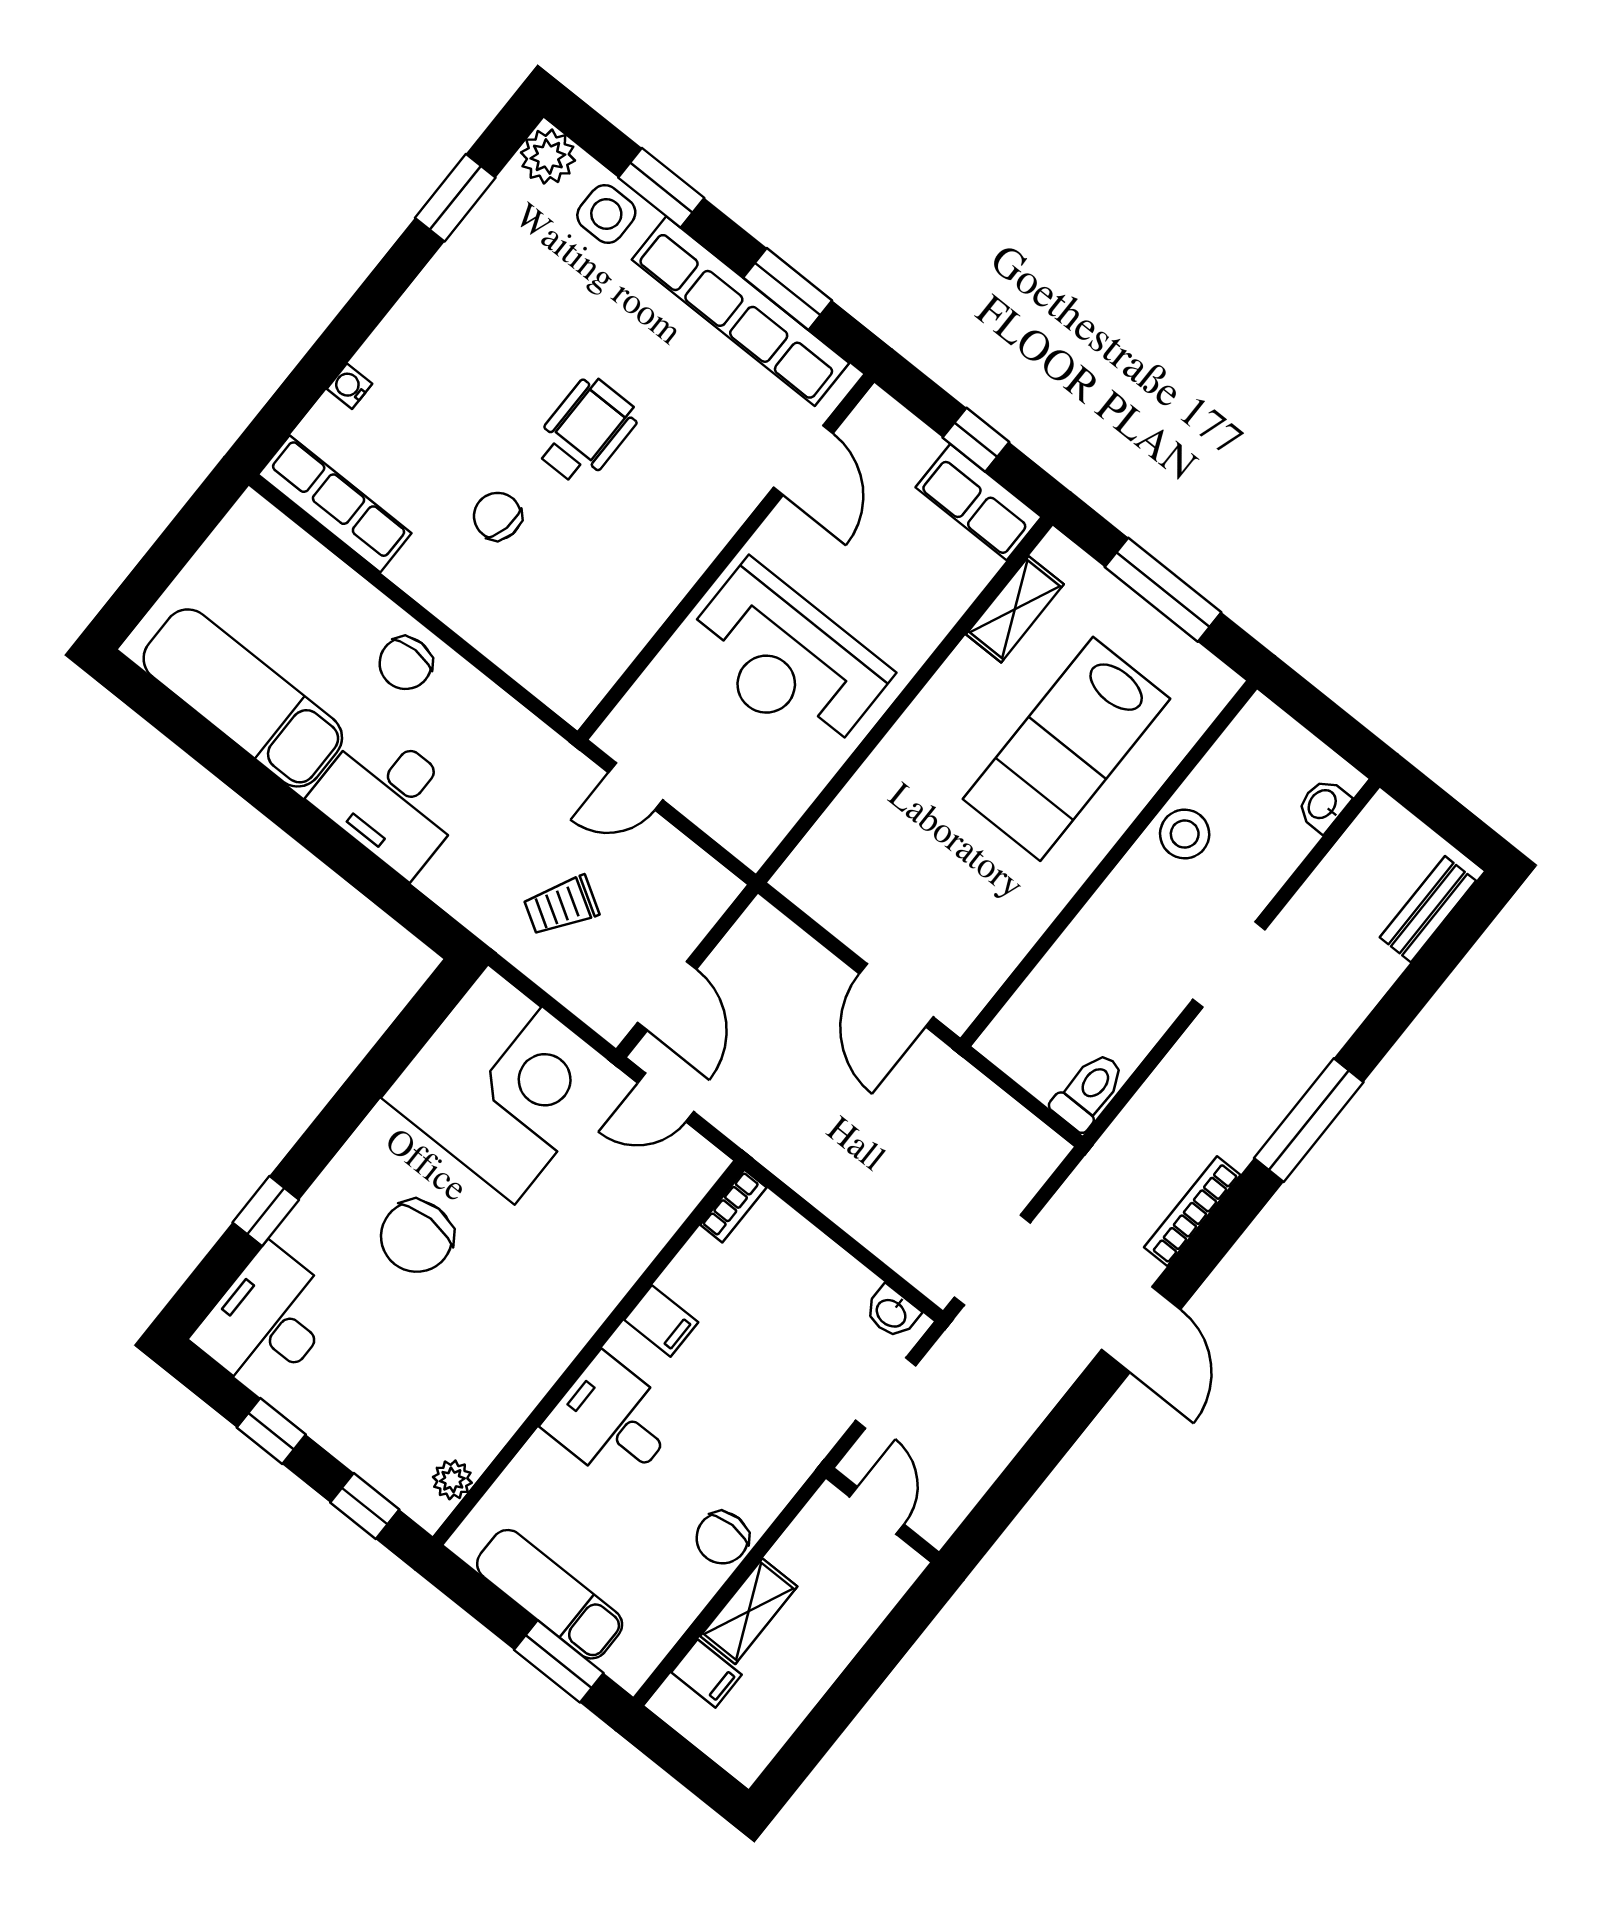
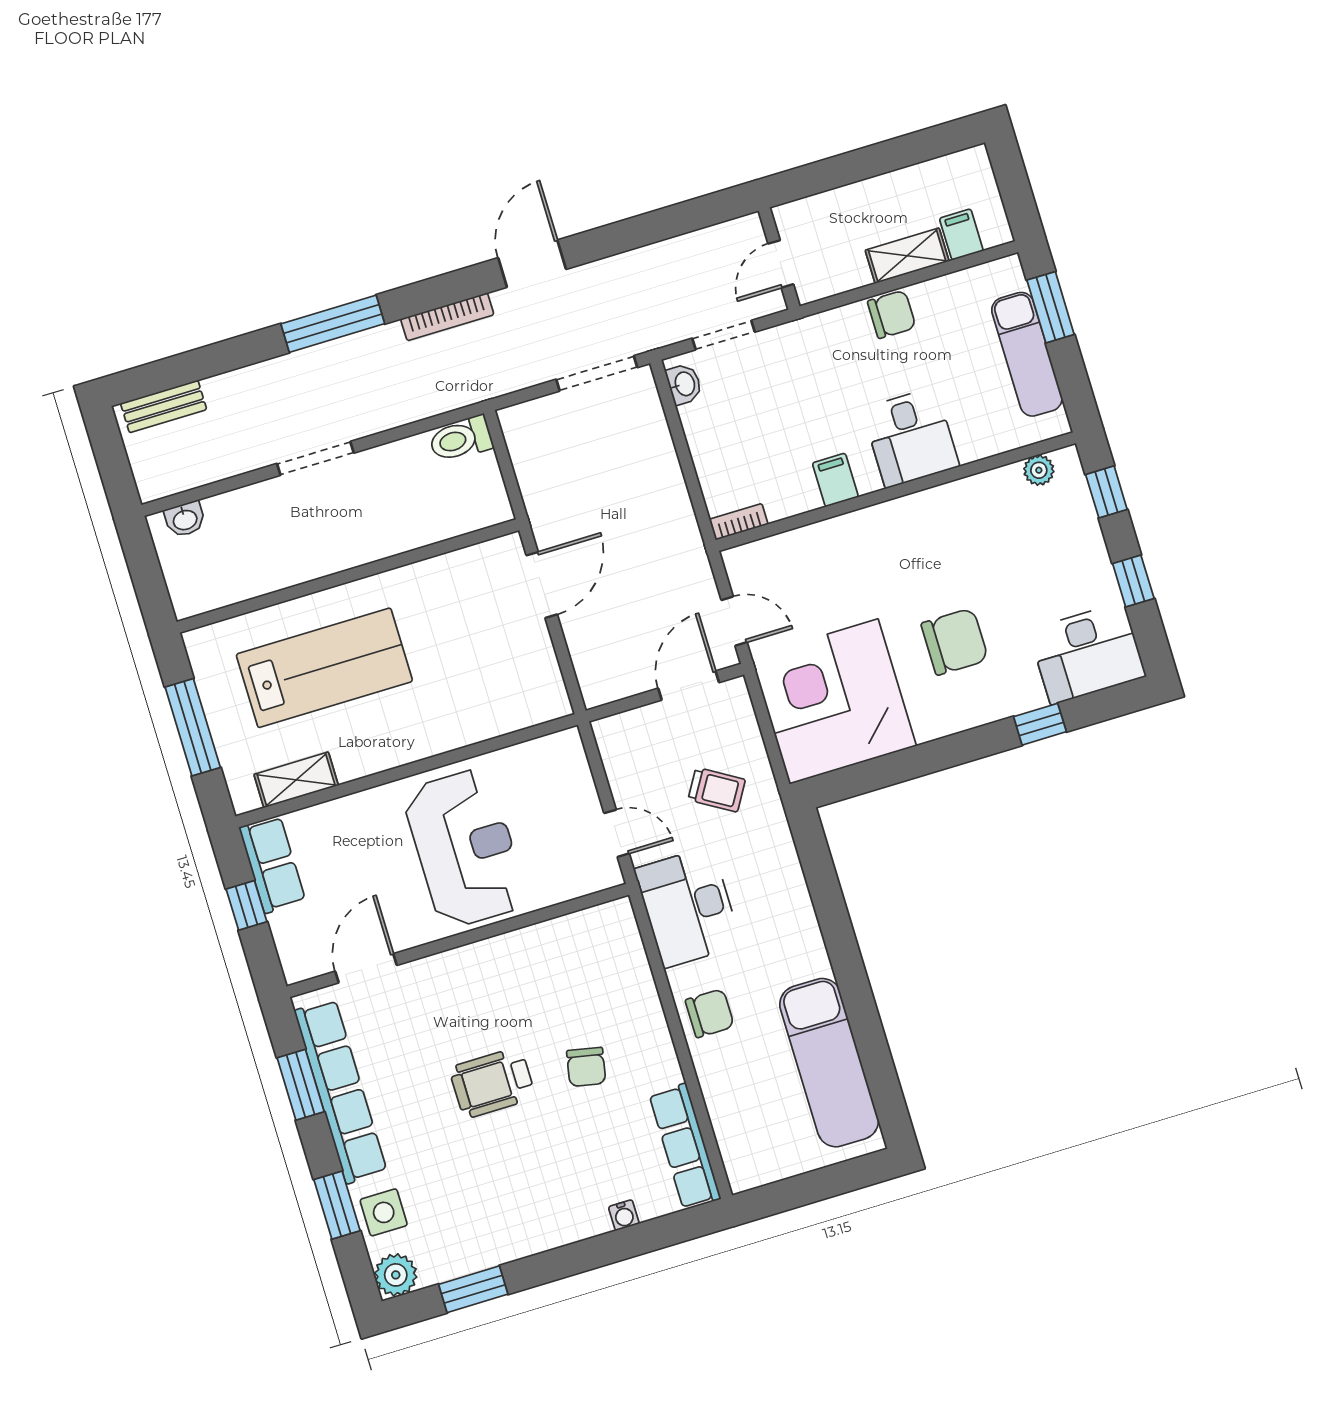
desk: (390, 800) -> (688, 907), moved, turned 180
stool: (1185, 834) -> (286, 561), removed

